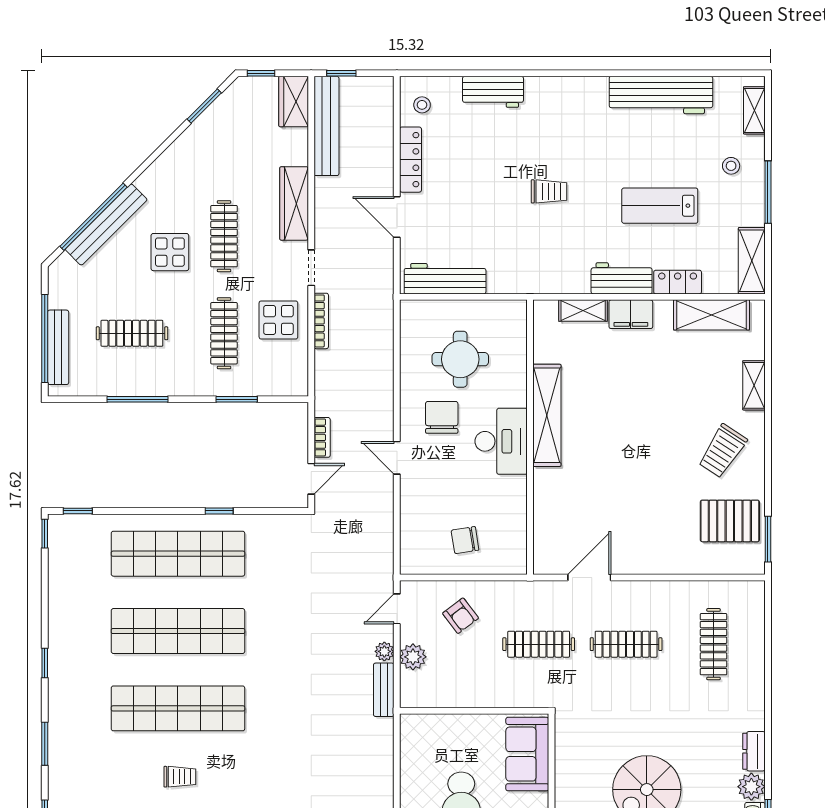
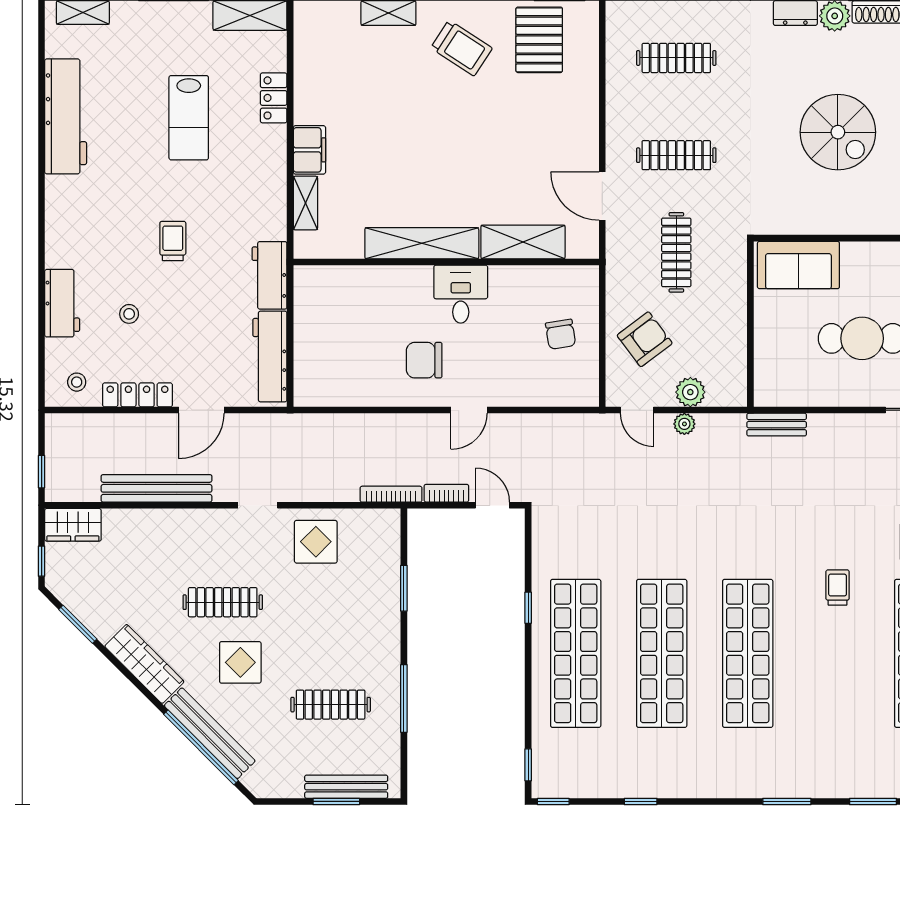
bench: (326, 126) -> (157, 488), moved
stool: (731, 166) -> (129, 314), moved
wardrobe: (294, 203) -> (144, 664), moved, turned -135
workbench: (622, 278) -> (270, 275), moved
shelving: (711, 315) -> (523, 242), moved, turned 90
bookcase: (321, 321) -> (391, 494), moved
clothes rail: (132, 333) -> (331, 705), turned 90
clothes rail: (224, 333) -> (331, 602), removed
window: (45, 338) -> (336, 801), width x0.47
round table: (460, 359) -> (359, 340), removed
desk: (501, 441) -> (461, 294), width x0.73
armchair: (461, 616) -> (645, 339), width x1.38, depth x1.38
clothes rail: (626, 644) -> (676, 155), turned 90
window: (45, 663) -> (641, 801), moved
bench: (384, 690) -> (777, 425), moved
trolley: (180, 777) -> (838, 587), moved

